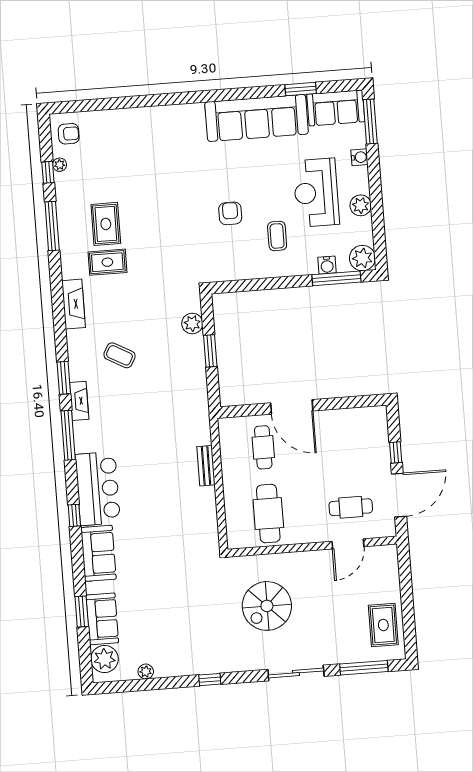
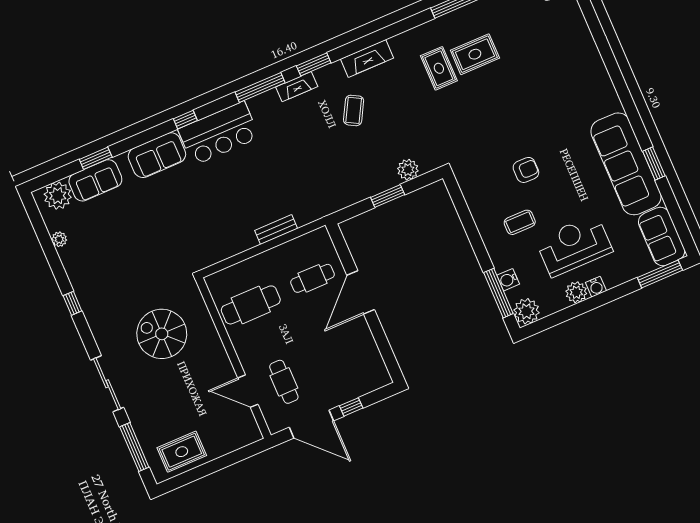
window: (301, 89) -> (654, 163), moved
water cooler: (360, 157) -> (596, 287), moved
fireplace: (74, 304) -> (367, 58), moved

